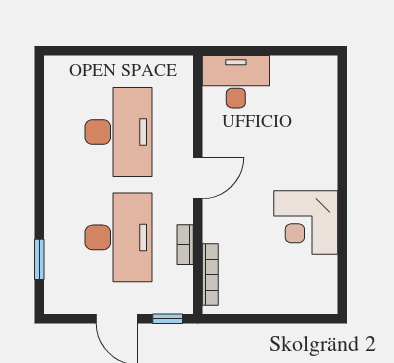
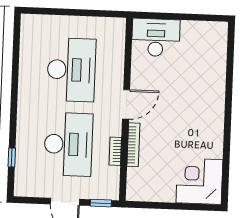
corner desk: (306, 222) -> (199, 181), moved, turned 90
window: (39, 259) -> (12, 158), width x0.67
bookcase: (210, 275) -> (133, 145), moved

